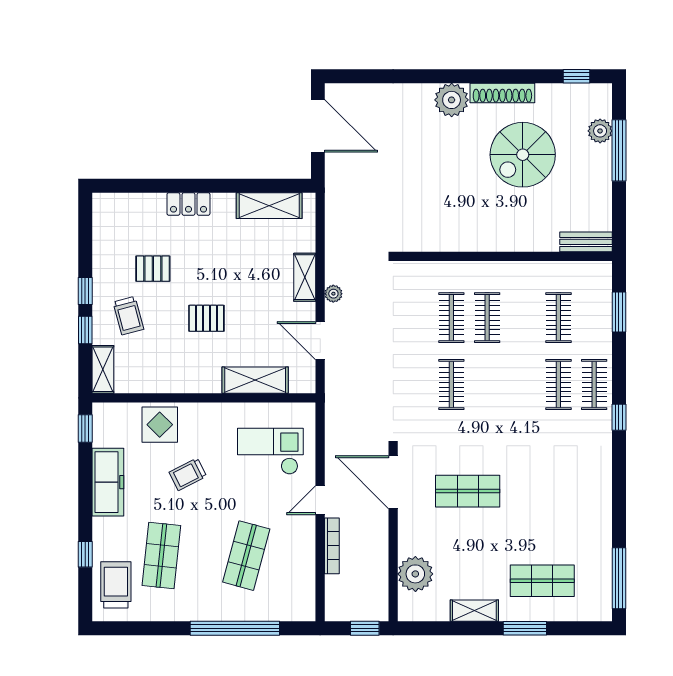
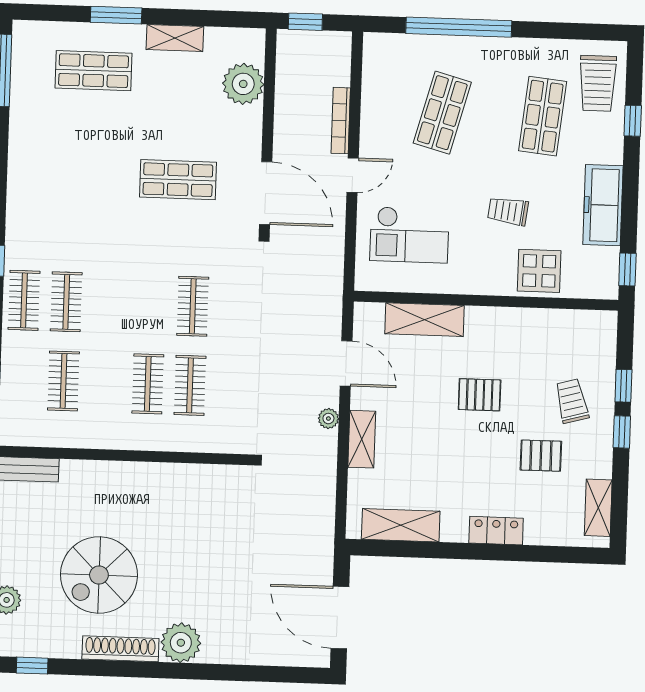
spiral stairs: (523, 155) -> (99, 575), turned 180
shelving: (103, 369) -> (598, 508), moved
trolley: (188, 474) -> (508, 211), turned -146

